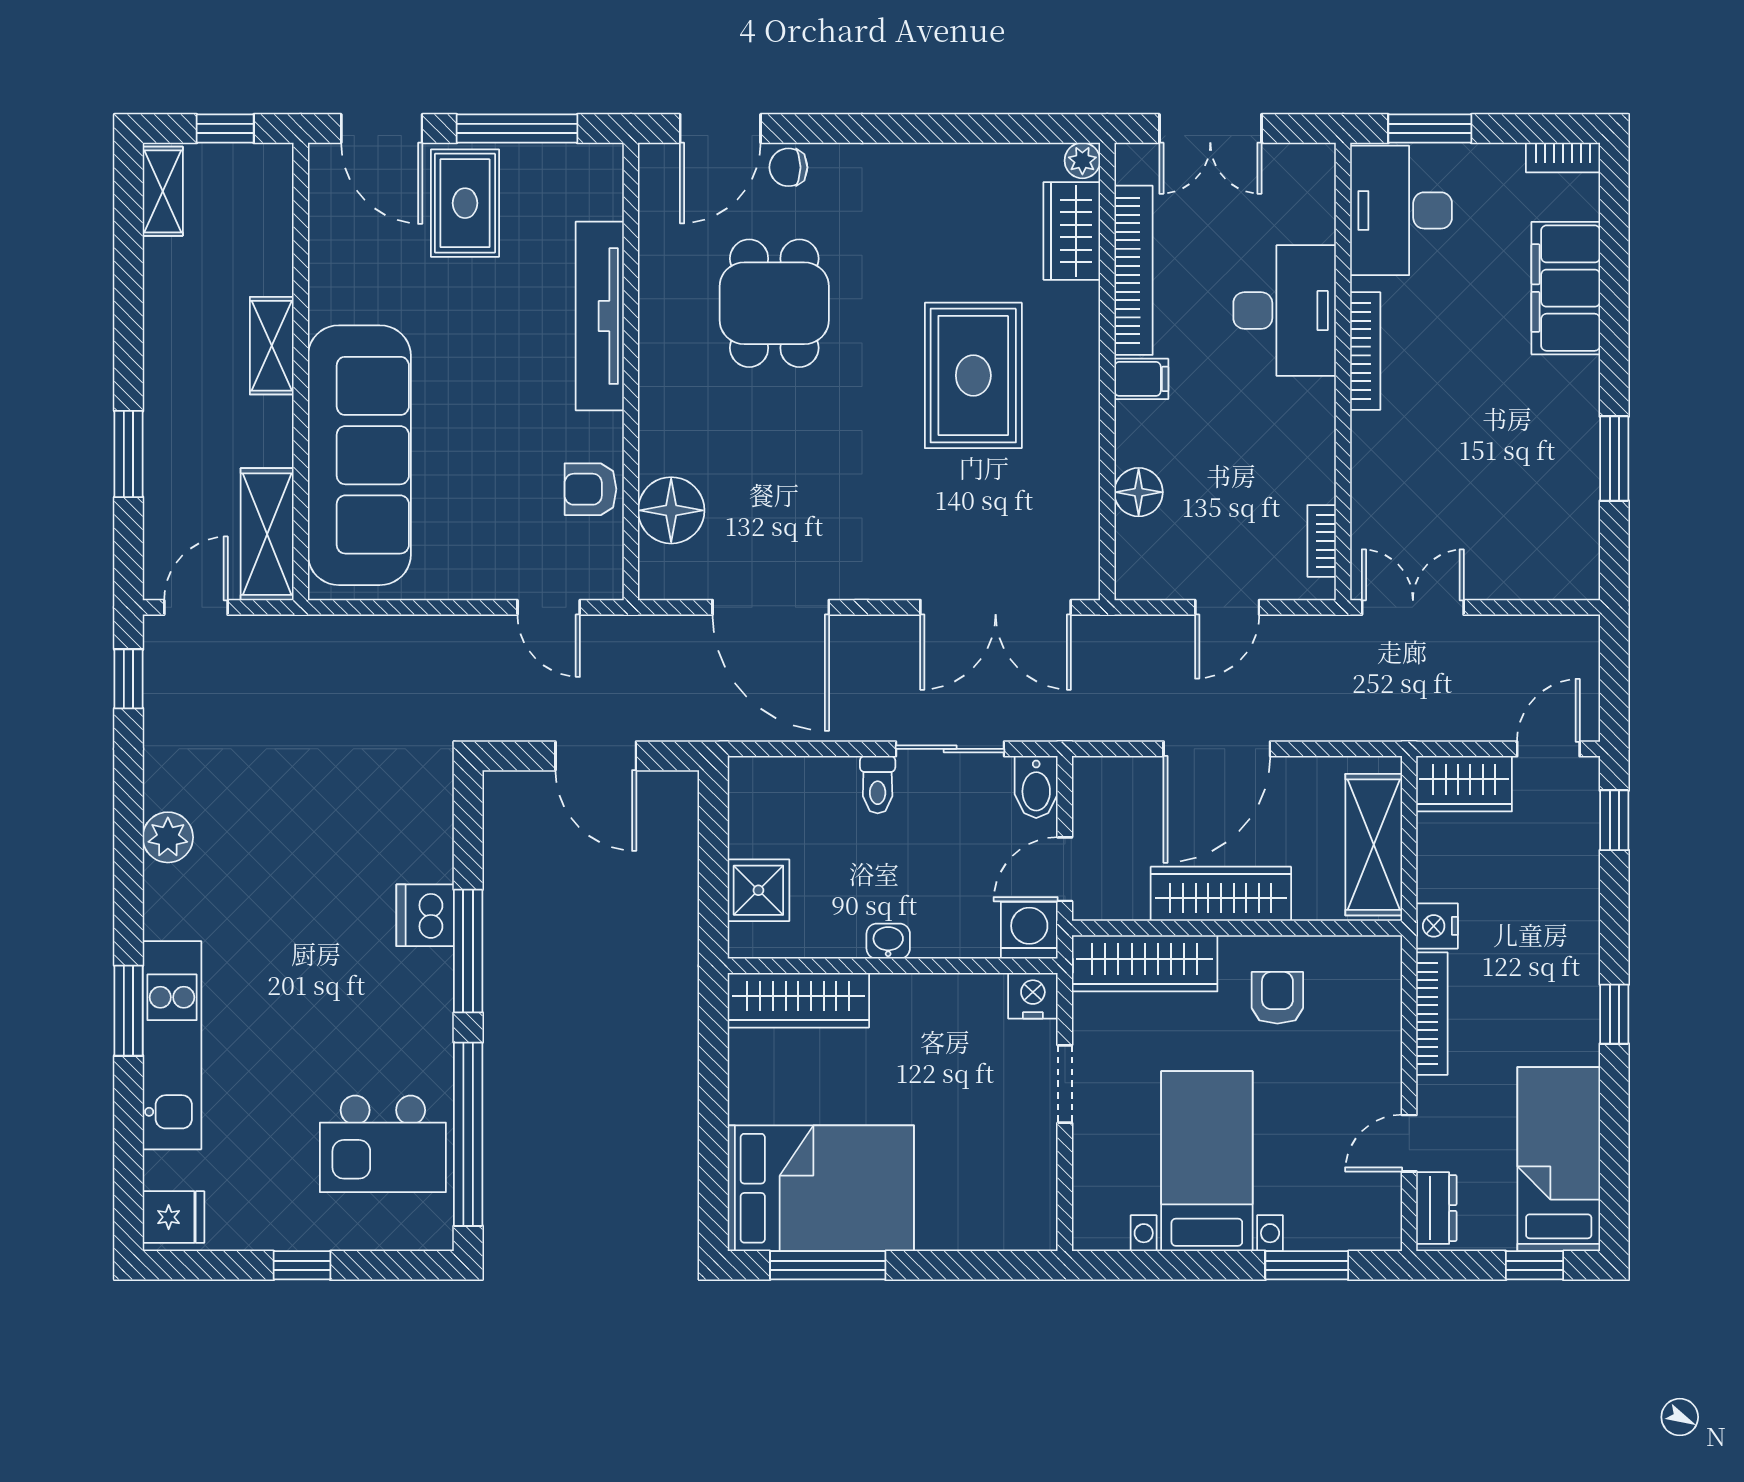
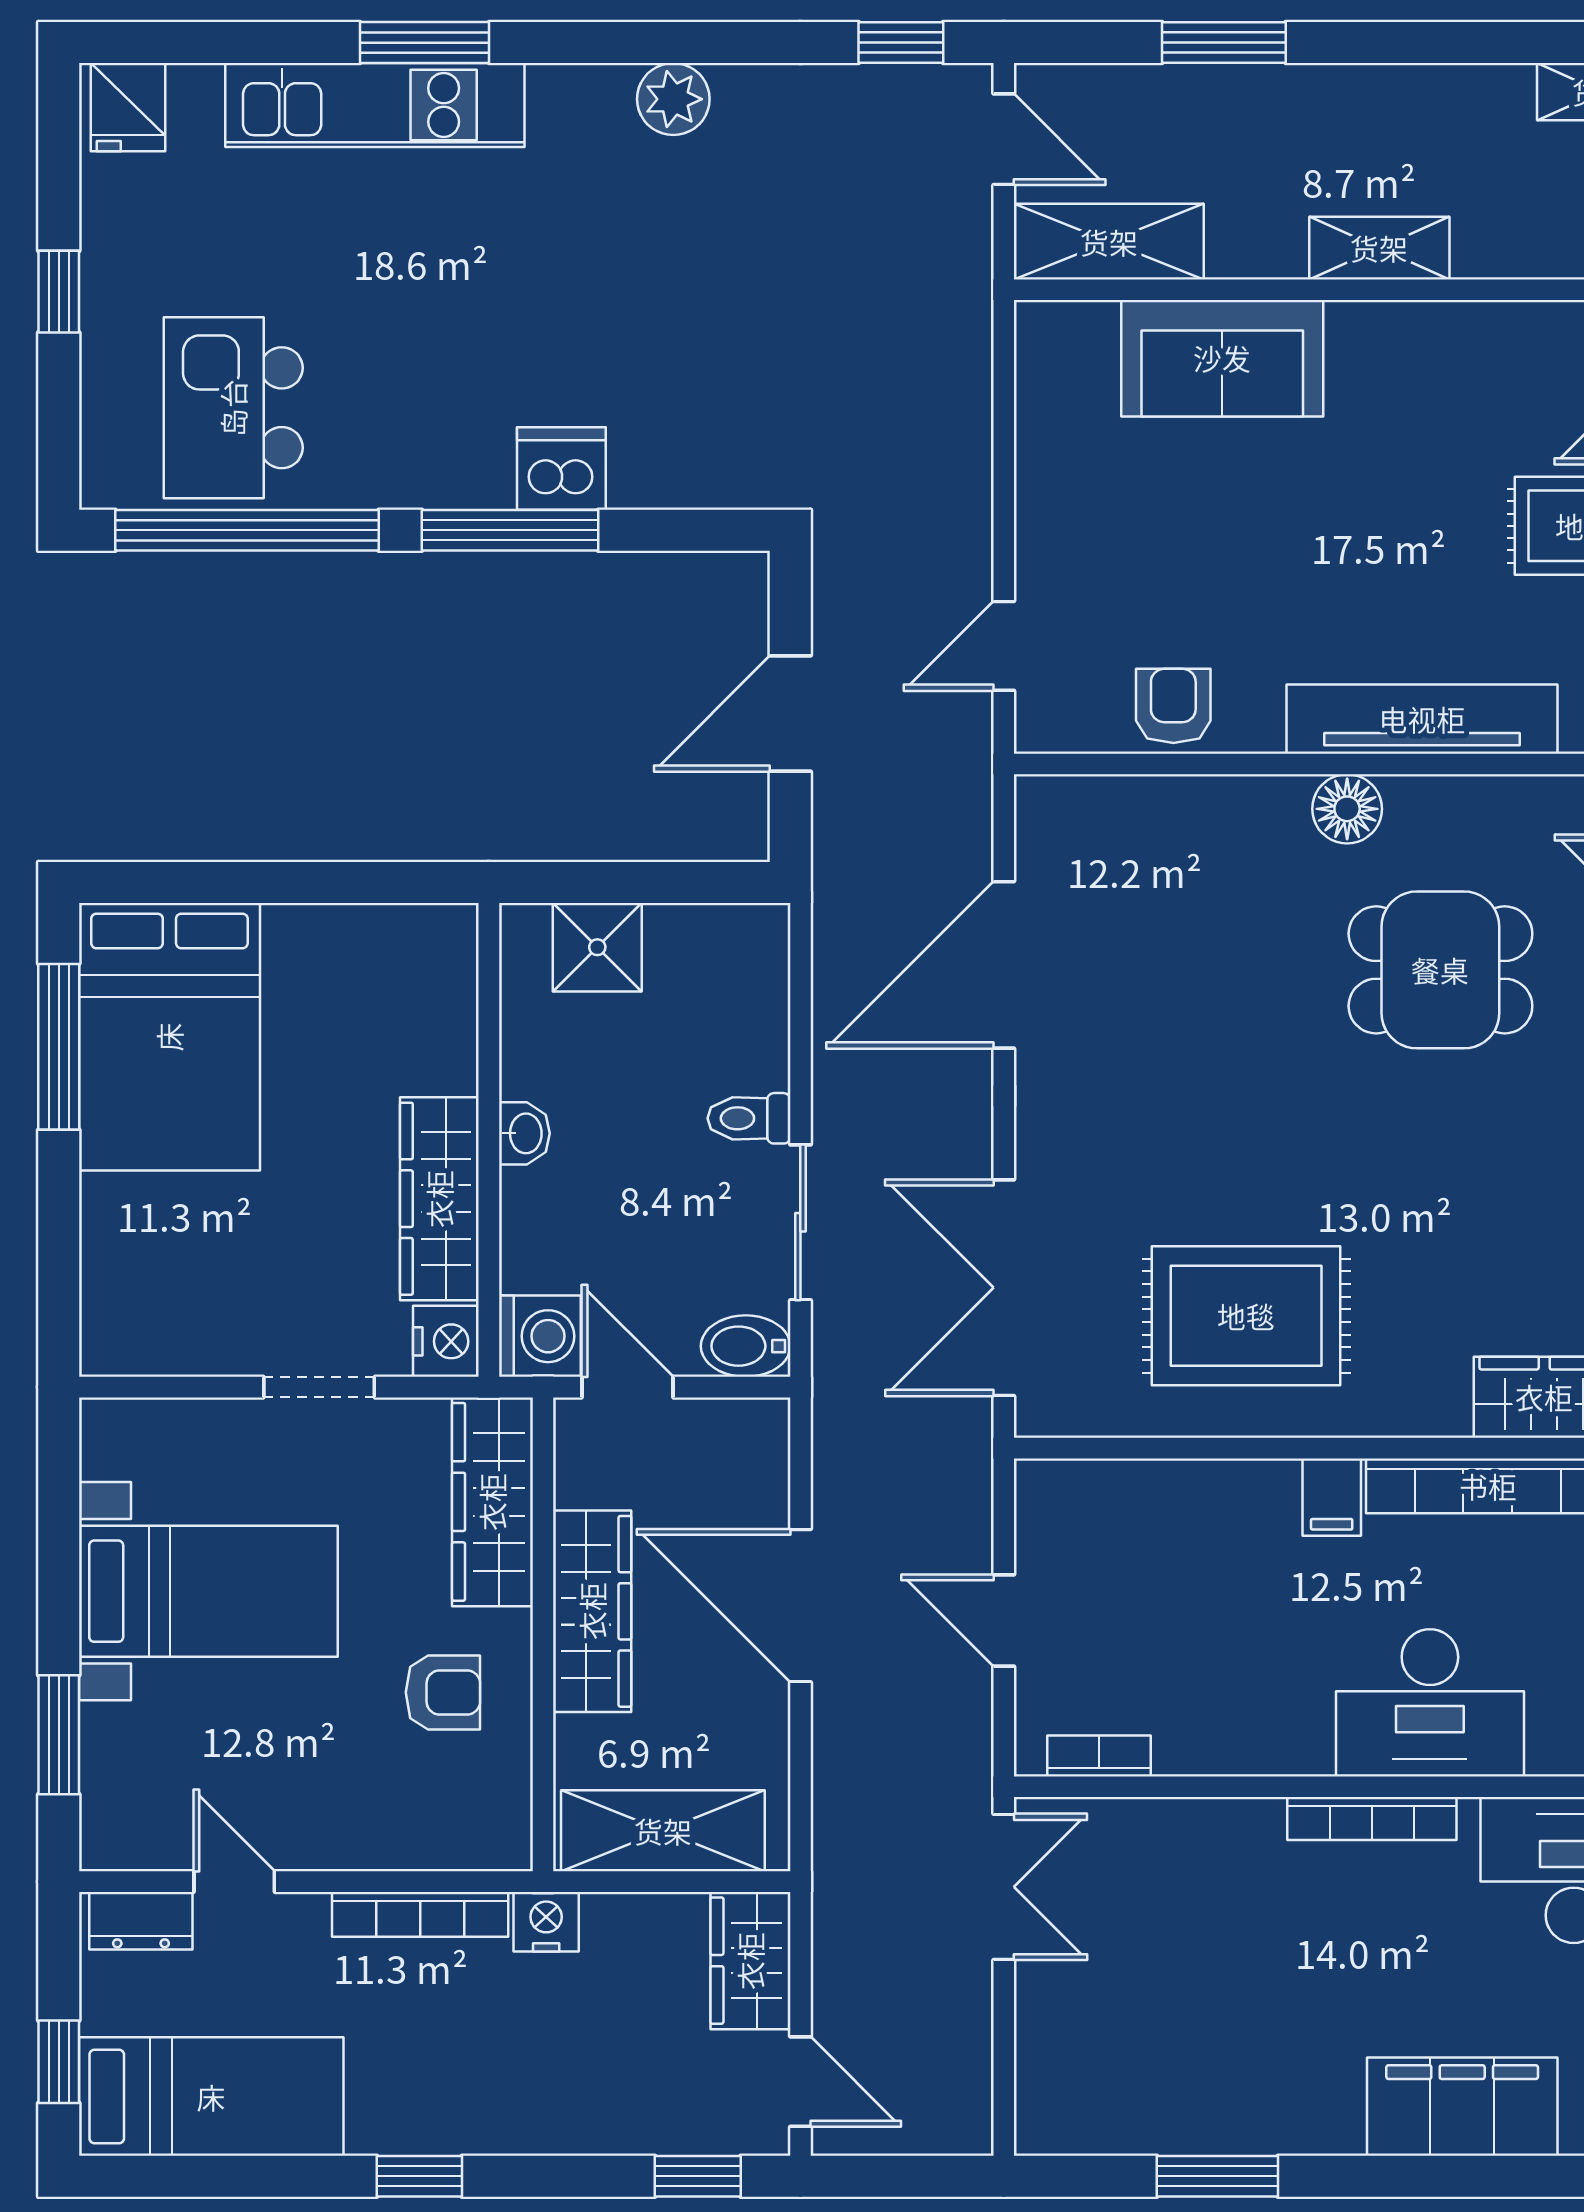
rug: (973, 375) -> (1246, 1316), moved
sofa: (359, 455) -> (1222, 358), width x0.54, depth x0.79
floor lamp: (1139, 492) -> (1169, 1493), removed
floor lamp: (671, 510) -> (1347, 809), moved, width x0.73, depth x0.73
wardrobe: (798, 1000) -> (439, 1199), moved

